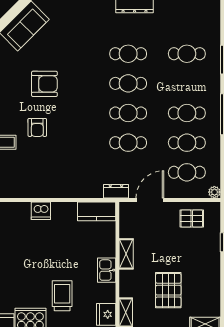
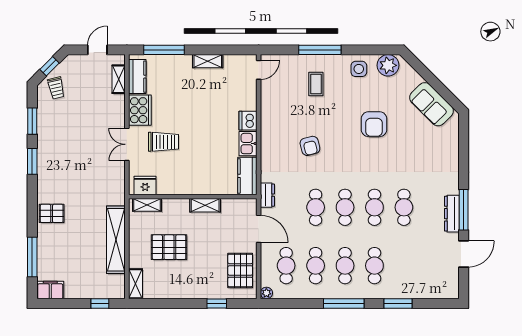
cafe table: (187, 54) -> (374, 266), moved
armchair: (37, 127) -> (310, 146), moved, turned -104
pallet: (192, 219) -> (240, 270), width x1.50, depth x1.42
kitchen sink: (107, 270) -> (248, 144), moved, turned -90

